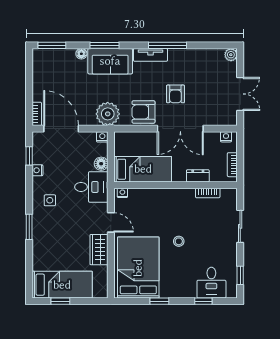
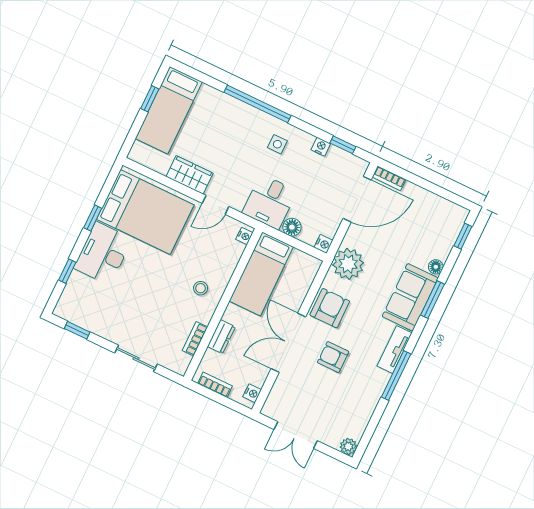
window: (52, 45) -> (463, 236), width x0.67
window: (29, 227) -> (257, 104), width x2.11
stool: (179, 241) -> (201, 288), moved
desk: (211, 283) -> (103, 253), moved, width x1.37

